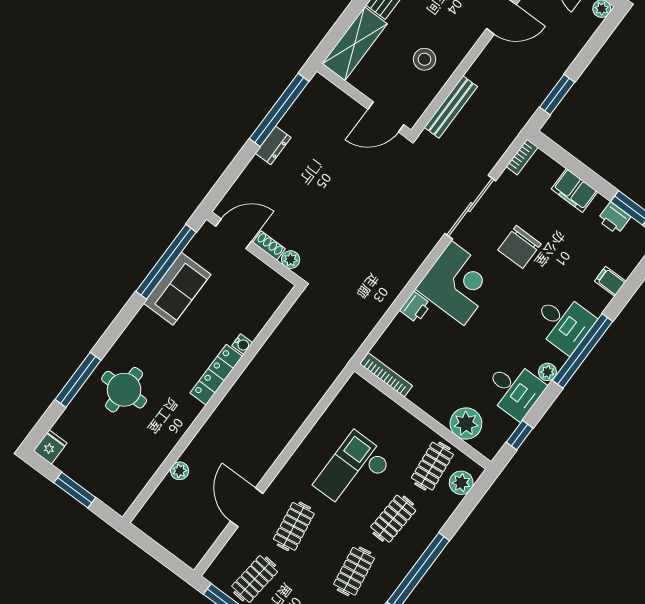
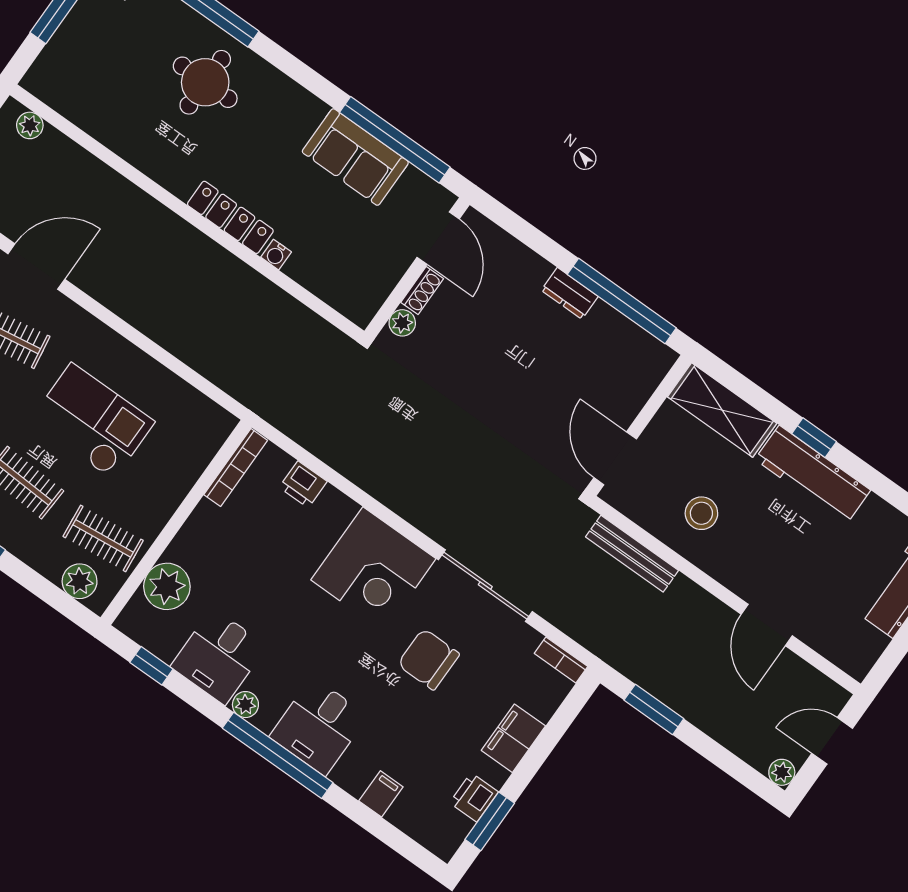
printer: (415, 307) -> (303, 484), moved
plant: (180, 471) -> (30, 125), moved

